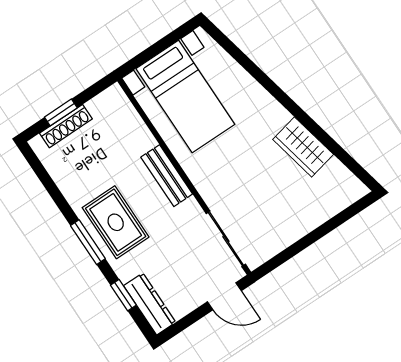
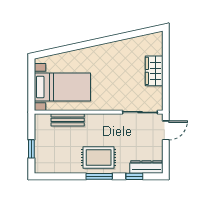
shoe rack: (66, 126) -> (39, 151), removed
wardrobe: (303, 147) -> (154, 71), moved, turned 102
bench: (167, 176) -> (68, 120), moved

